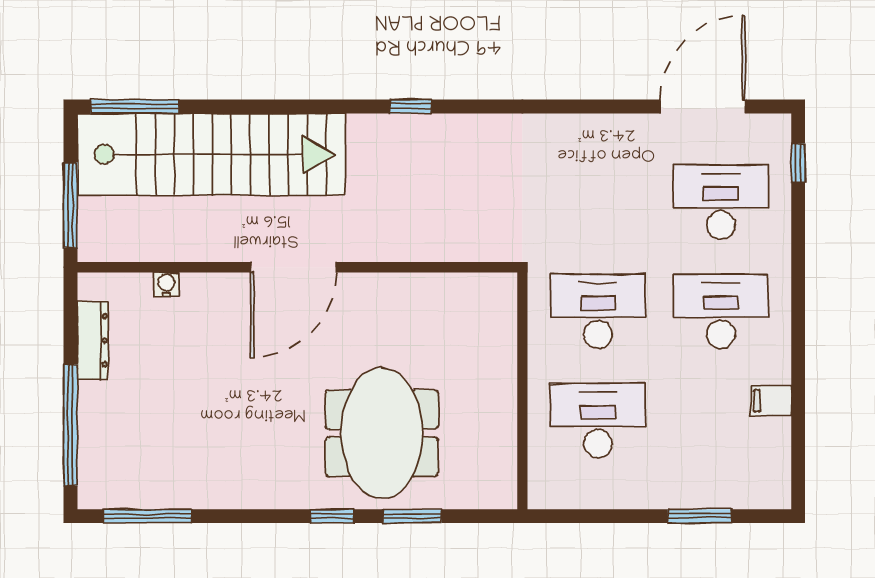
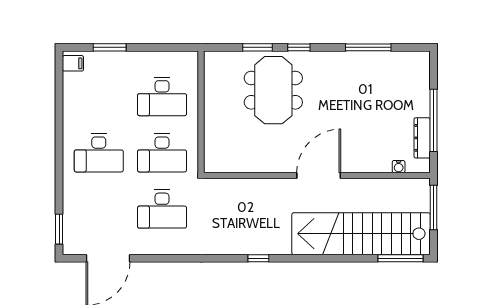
window: (798, 163) -> (59, 229), width x1.50
desk: (721, 202) -> (162, 209), moved
water cooler: (166, 284) -> (399, 167), moved
filing cabinet: (771, 401) -> (73, 63), moved
window: (70, 425) -> (433, 120), moved
window: (147, 516) -> (368, 47), moved

